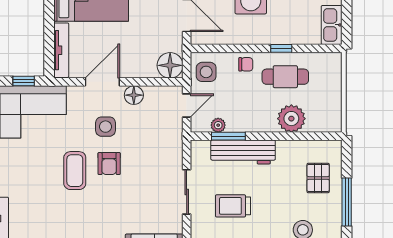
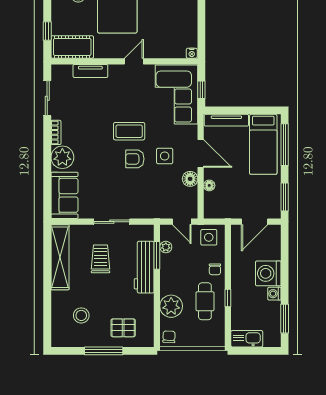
floor lamp: (170, 65) -> (209, 185), moved, width x0.53, depth x0.53
chair: (329, 121) -> (169, 337), added

